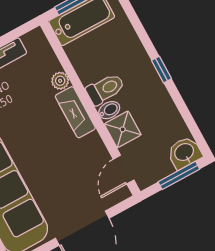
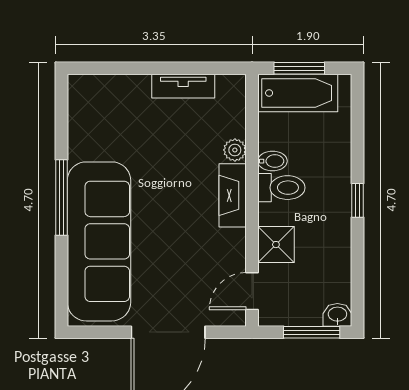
bidet: (109, 110) -> (273, 161), moved
washbasin: (184, 153) -> (337, 315), width x0.72, depth x0.69

